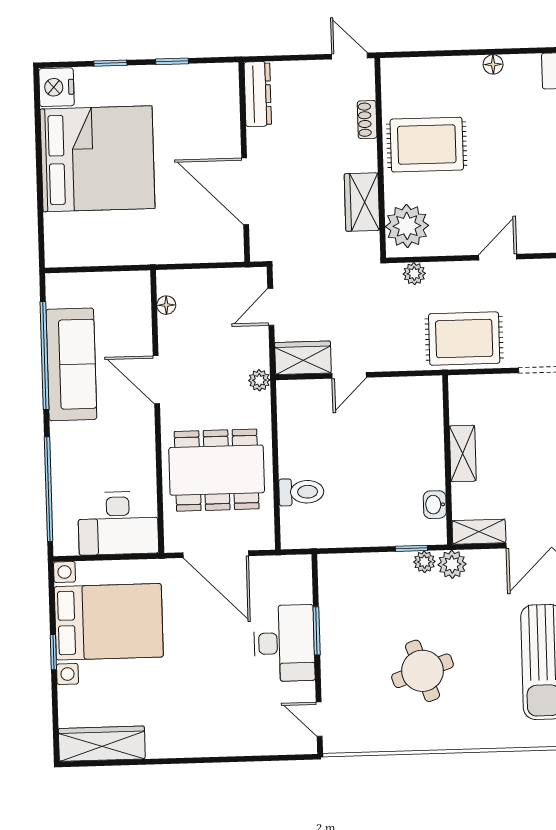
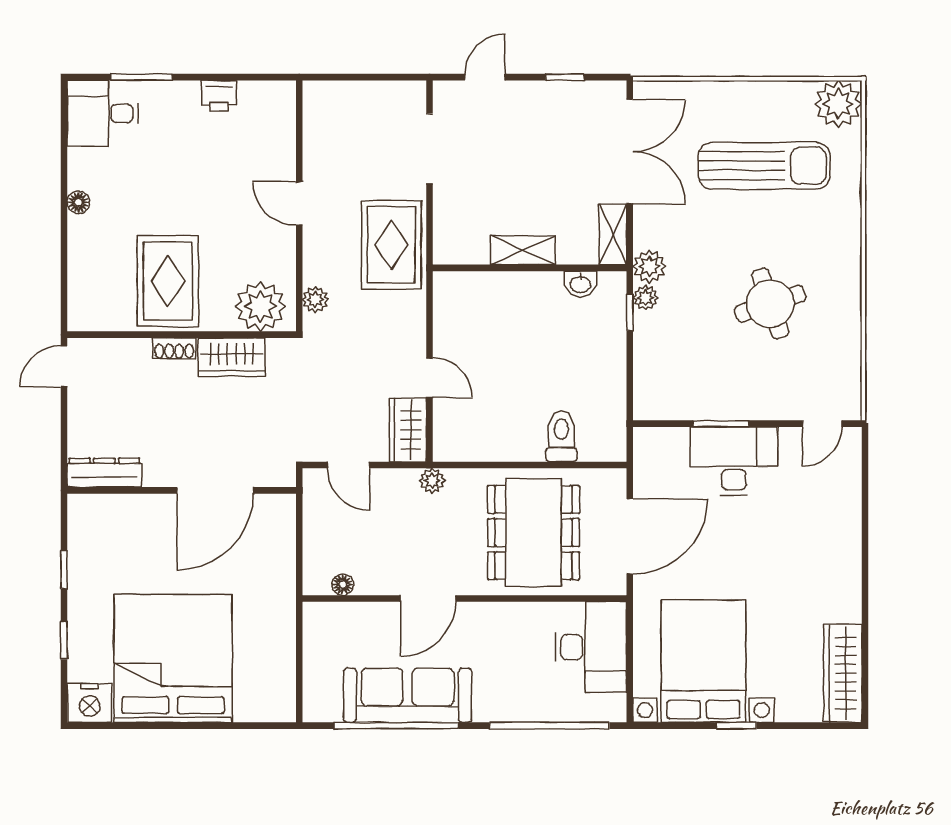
shoe rack: (367, 120) -> (174, 348), moved

